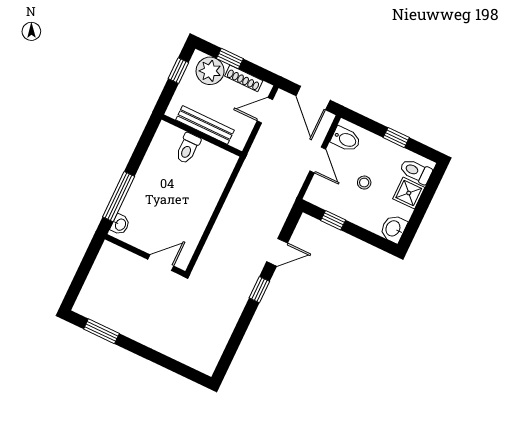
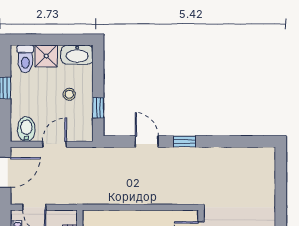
stool: (364, 183) -> (69, 94), moved
washbasin: (393, 229) -> (77, 55), width x1.38

